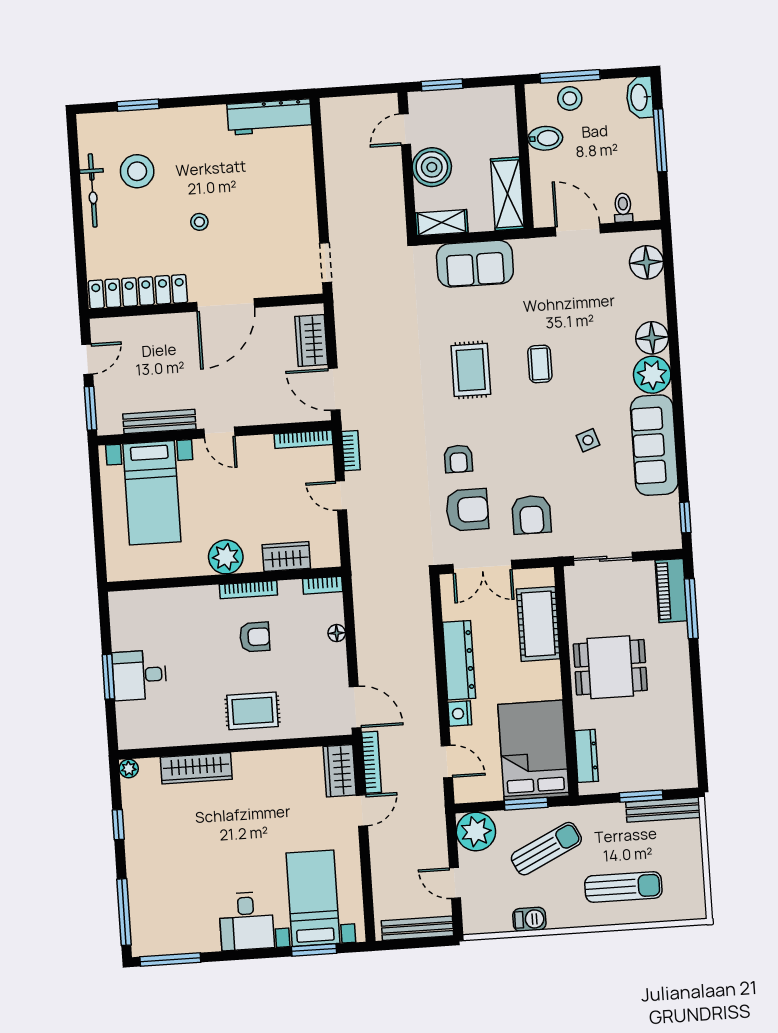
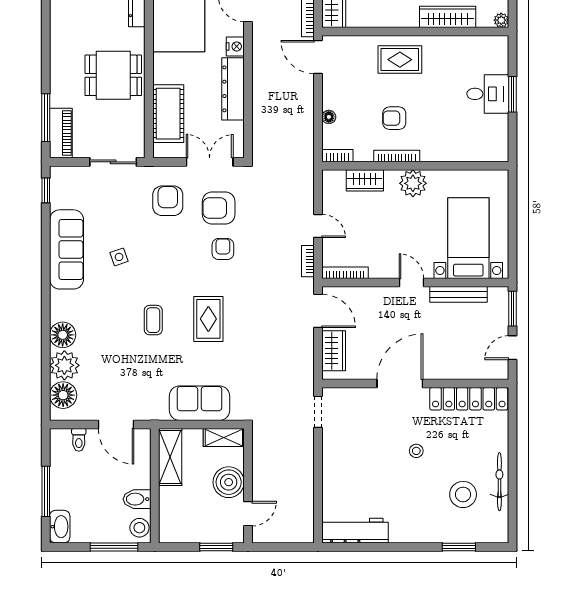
stool: (570, 98) -> (139, 528), moved
plant: (652, 375) -> (64, 365), moved

